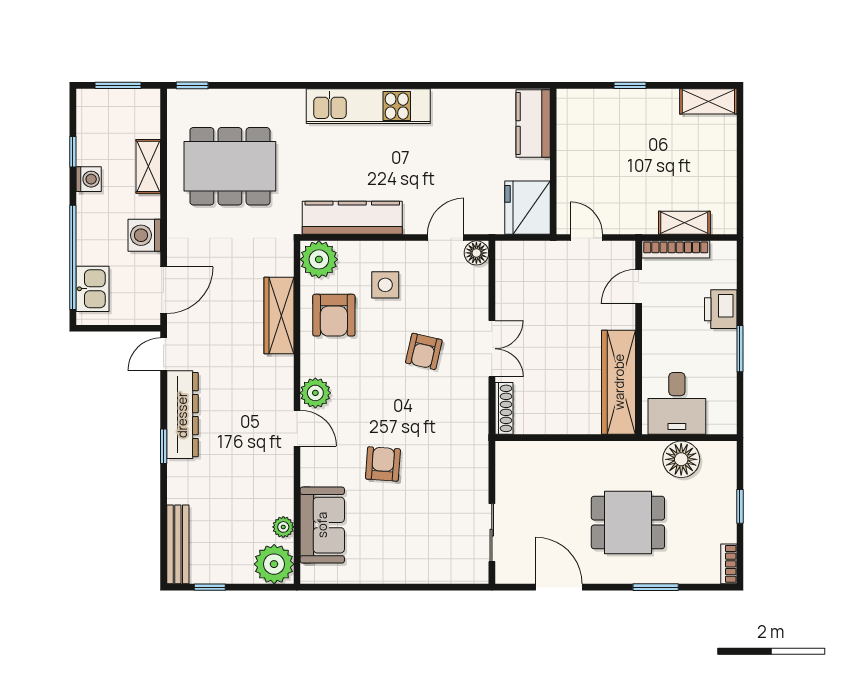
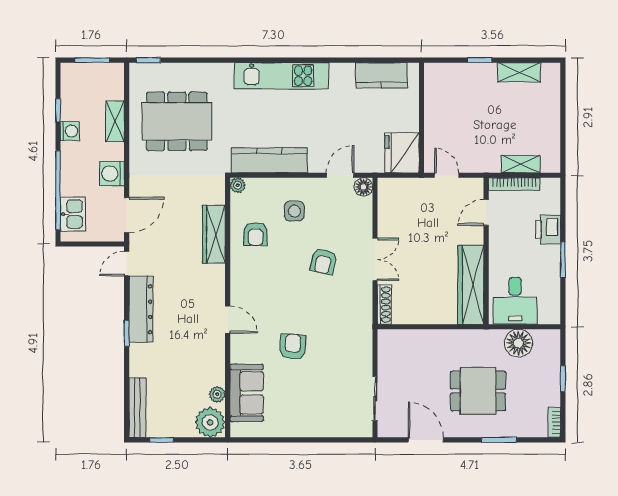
shelving: (708, 101) -> (519, 72), moved
kitchen counter: (533, 123) -> (382, 75), moved, turned -90
plant: (319, 259) -> (238, 185), width x0.53, depth x0.53
armchair: (334, 315) -> (256, 234), width x0.72, depth x0.72
plant: (315, 393) -> (242, 293), removed

